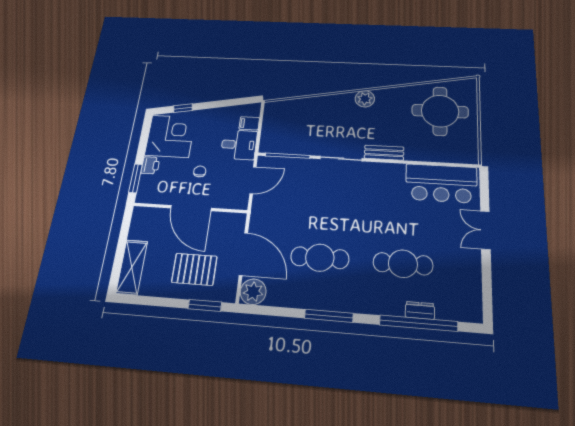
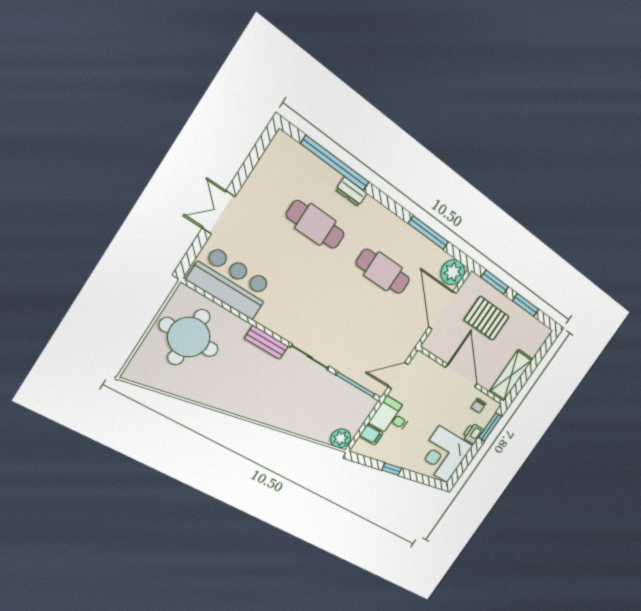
plant: (365, 99) -> (341, 438), moved
window: (183, 108) -> (392, 469), moved
round table: (440, 111) -> (189, 337), moved
chair: (200, 171) -> (478, 406), moved
double door: (485, 230) -> (219, 212), swing flipped
shelving: (132, 267) -> (511, 376), moved
window: (160, 302) -> (526, 305), added
dresser: (420, 310) -> (351, 192), moved
window: (329, 316) -> (429, 233), moved

